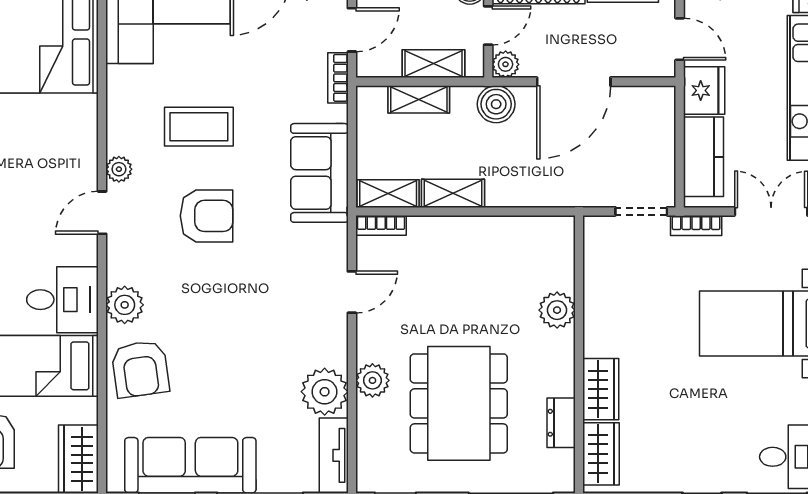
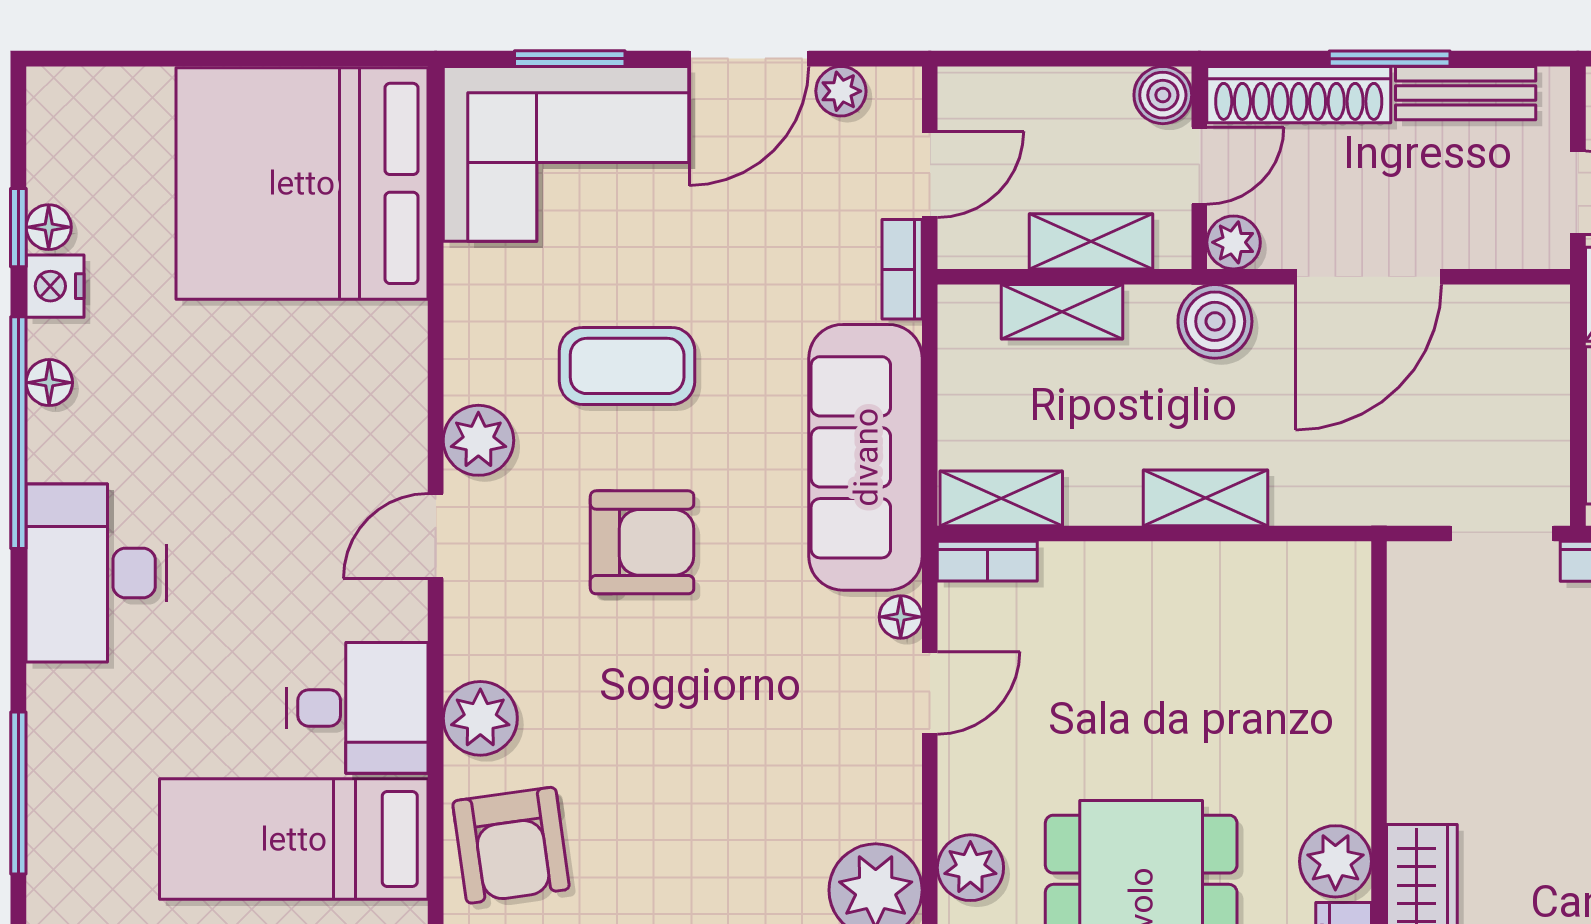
plant: (119, 169) -> (478, 440), width x1.38, depth x1.38
sofa: (319, 173) -> (866, 457), width x1.36
shelving: (453, 193) -> (1206, 498), moved
floor lamp: (337, 254) -> (901, 617), added
plant: (557, 310) -> (1335, 861), moved

